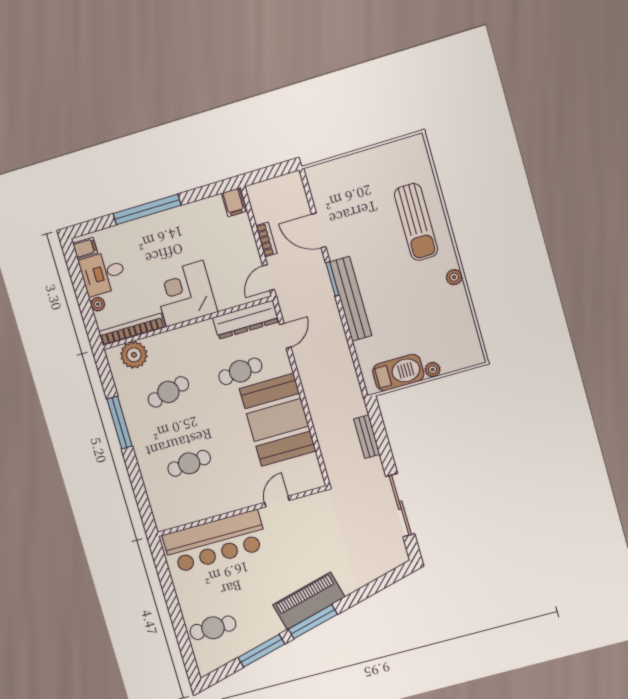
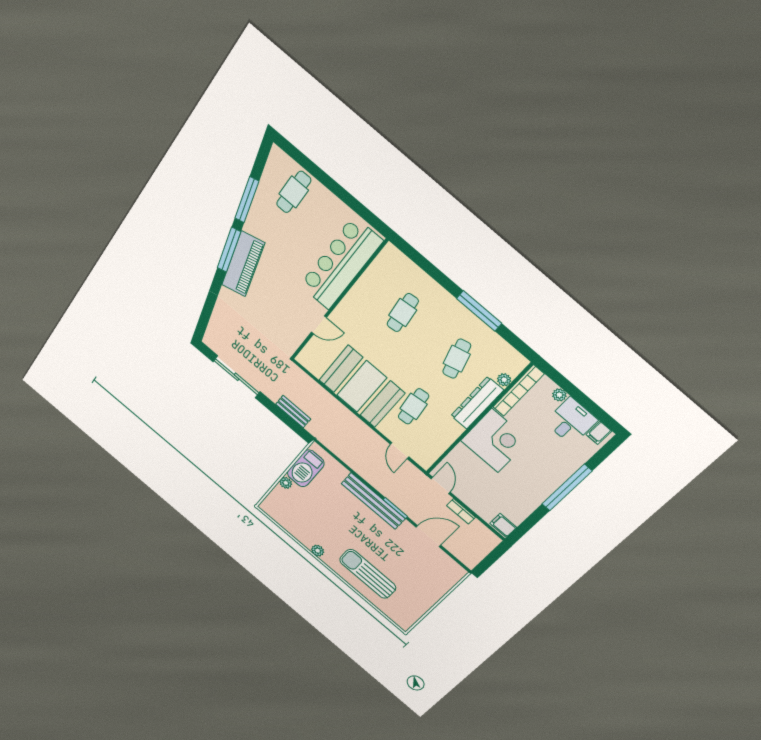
dresser: (246, 320) -> (477, 403), moved
plant: (134, 355) -> (504, 380), width x0.53, depth x0.53
door: (277, 502) -> (319, 325), hinge flipped

